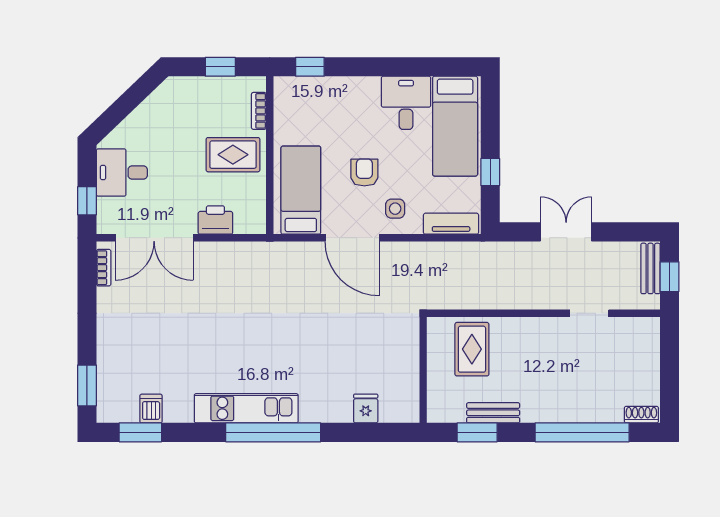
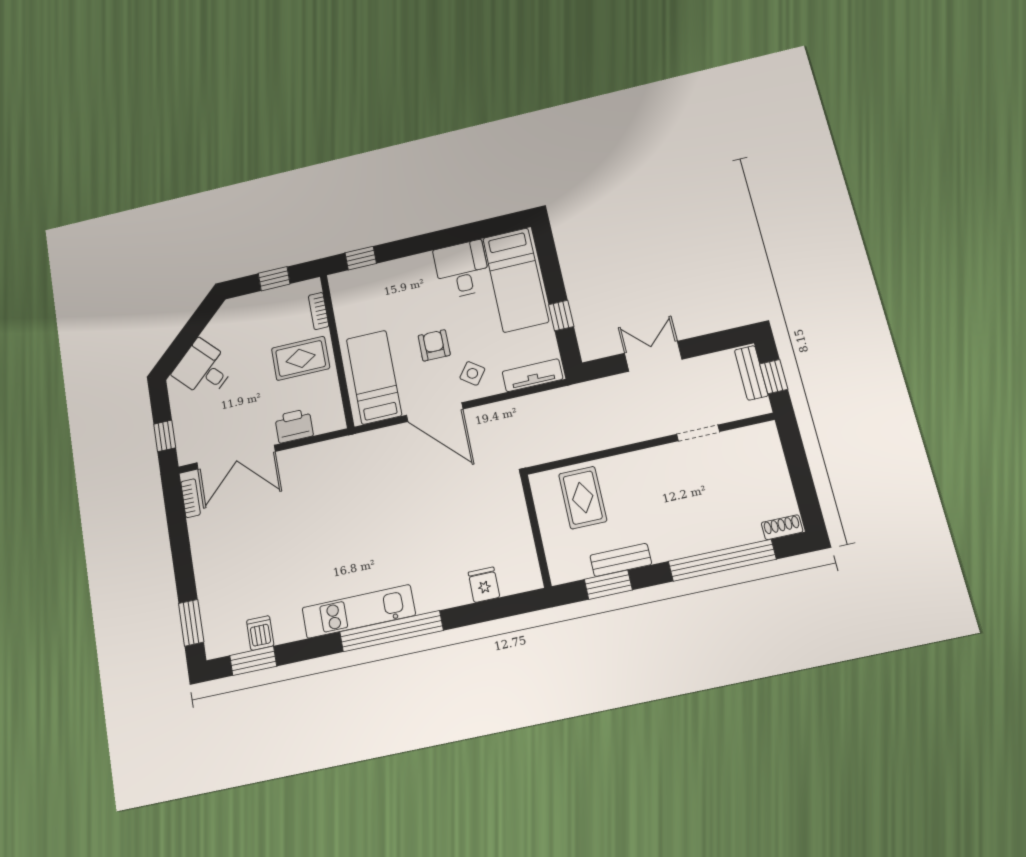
desk: (122, 172) -> (204, 369), moved, turned 46
side table: (395, 209) -> (472, 373), turned 36

